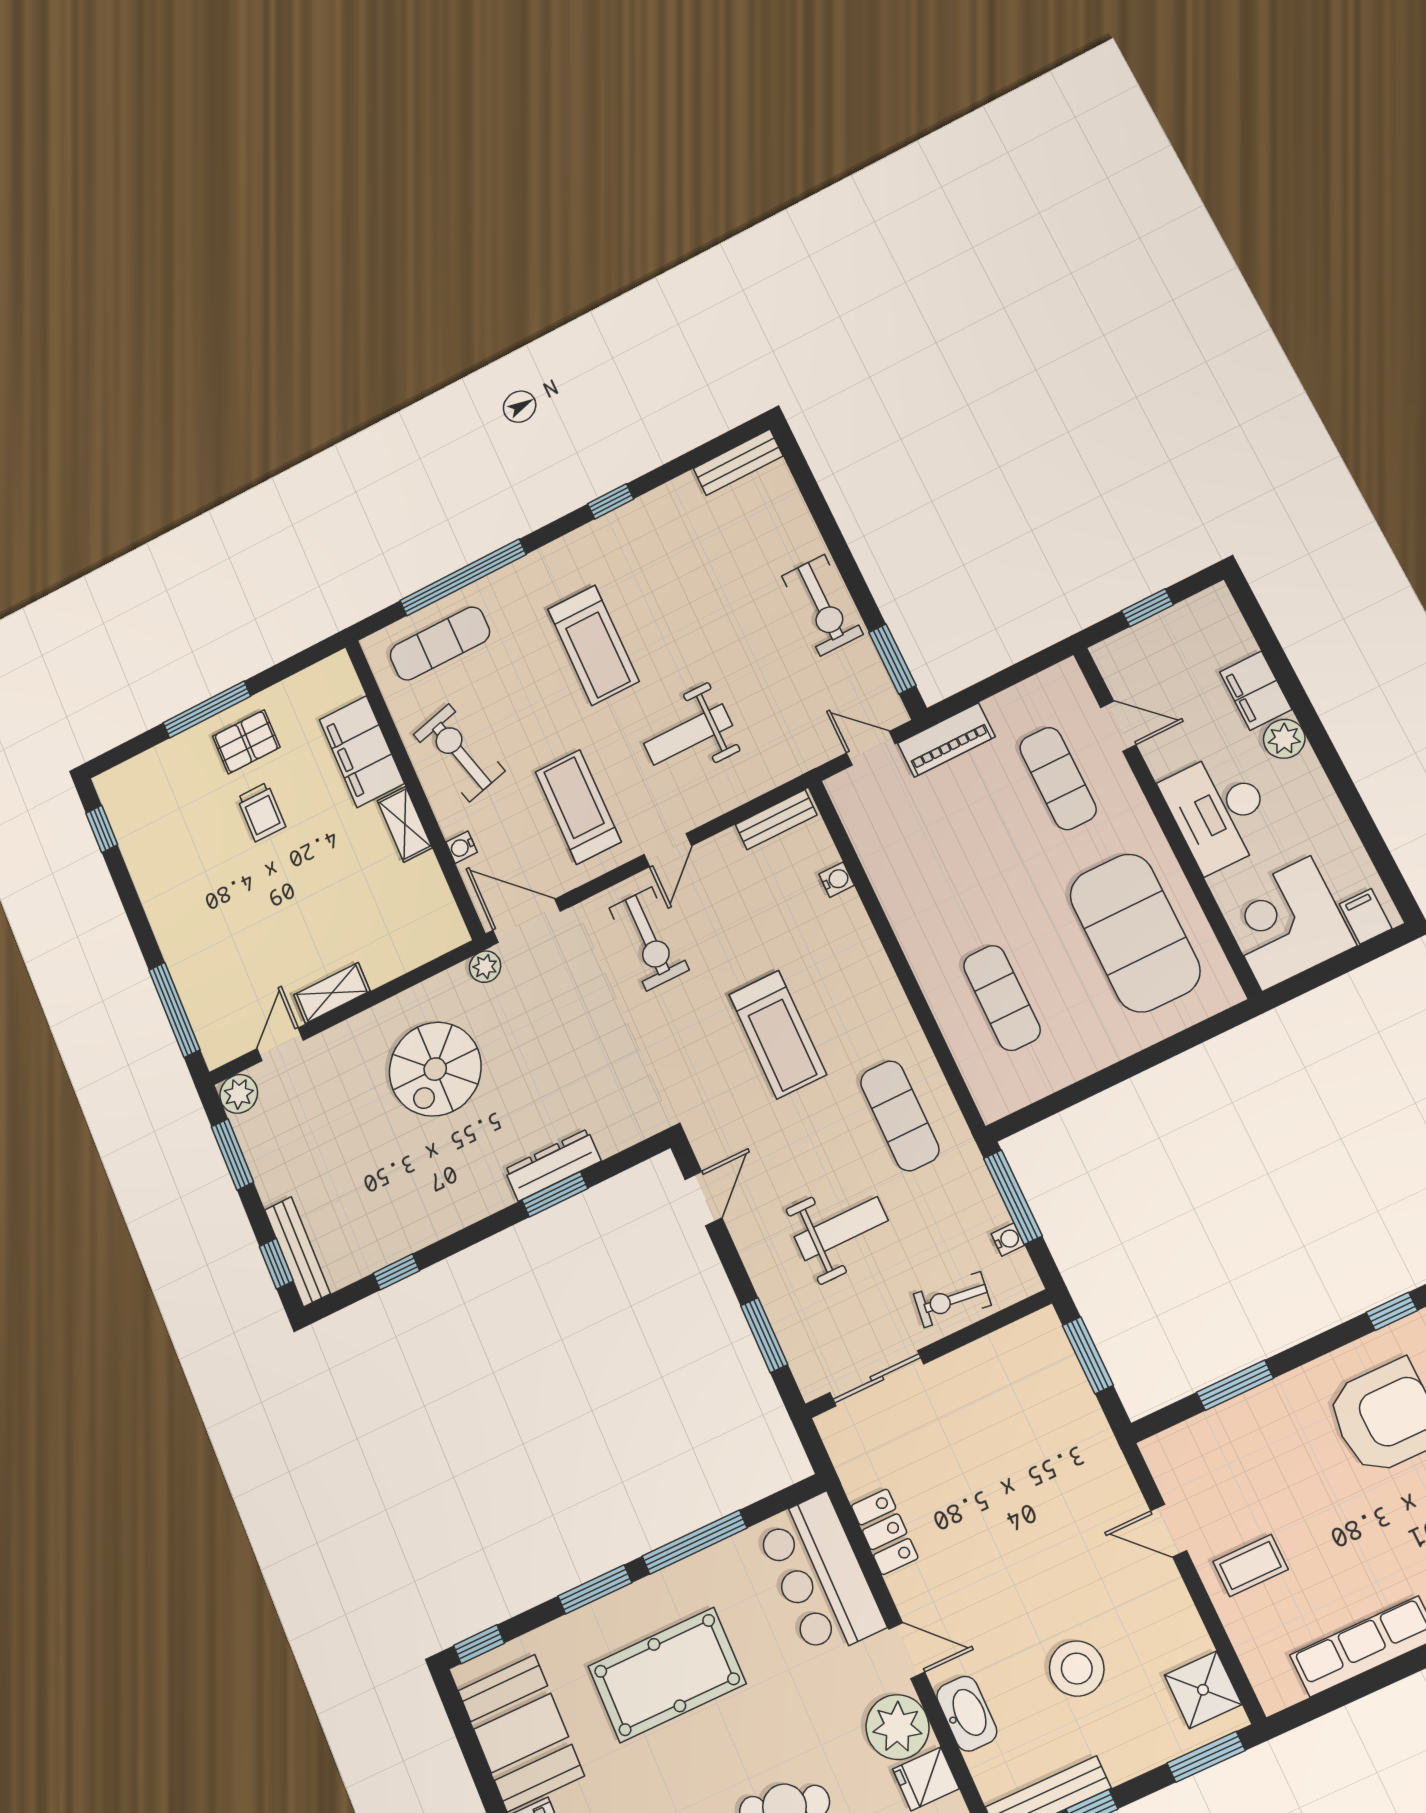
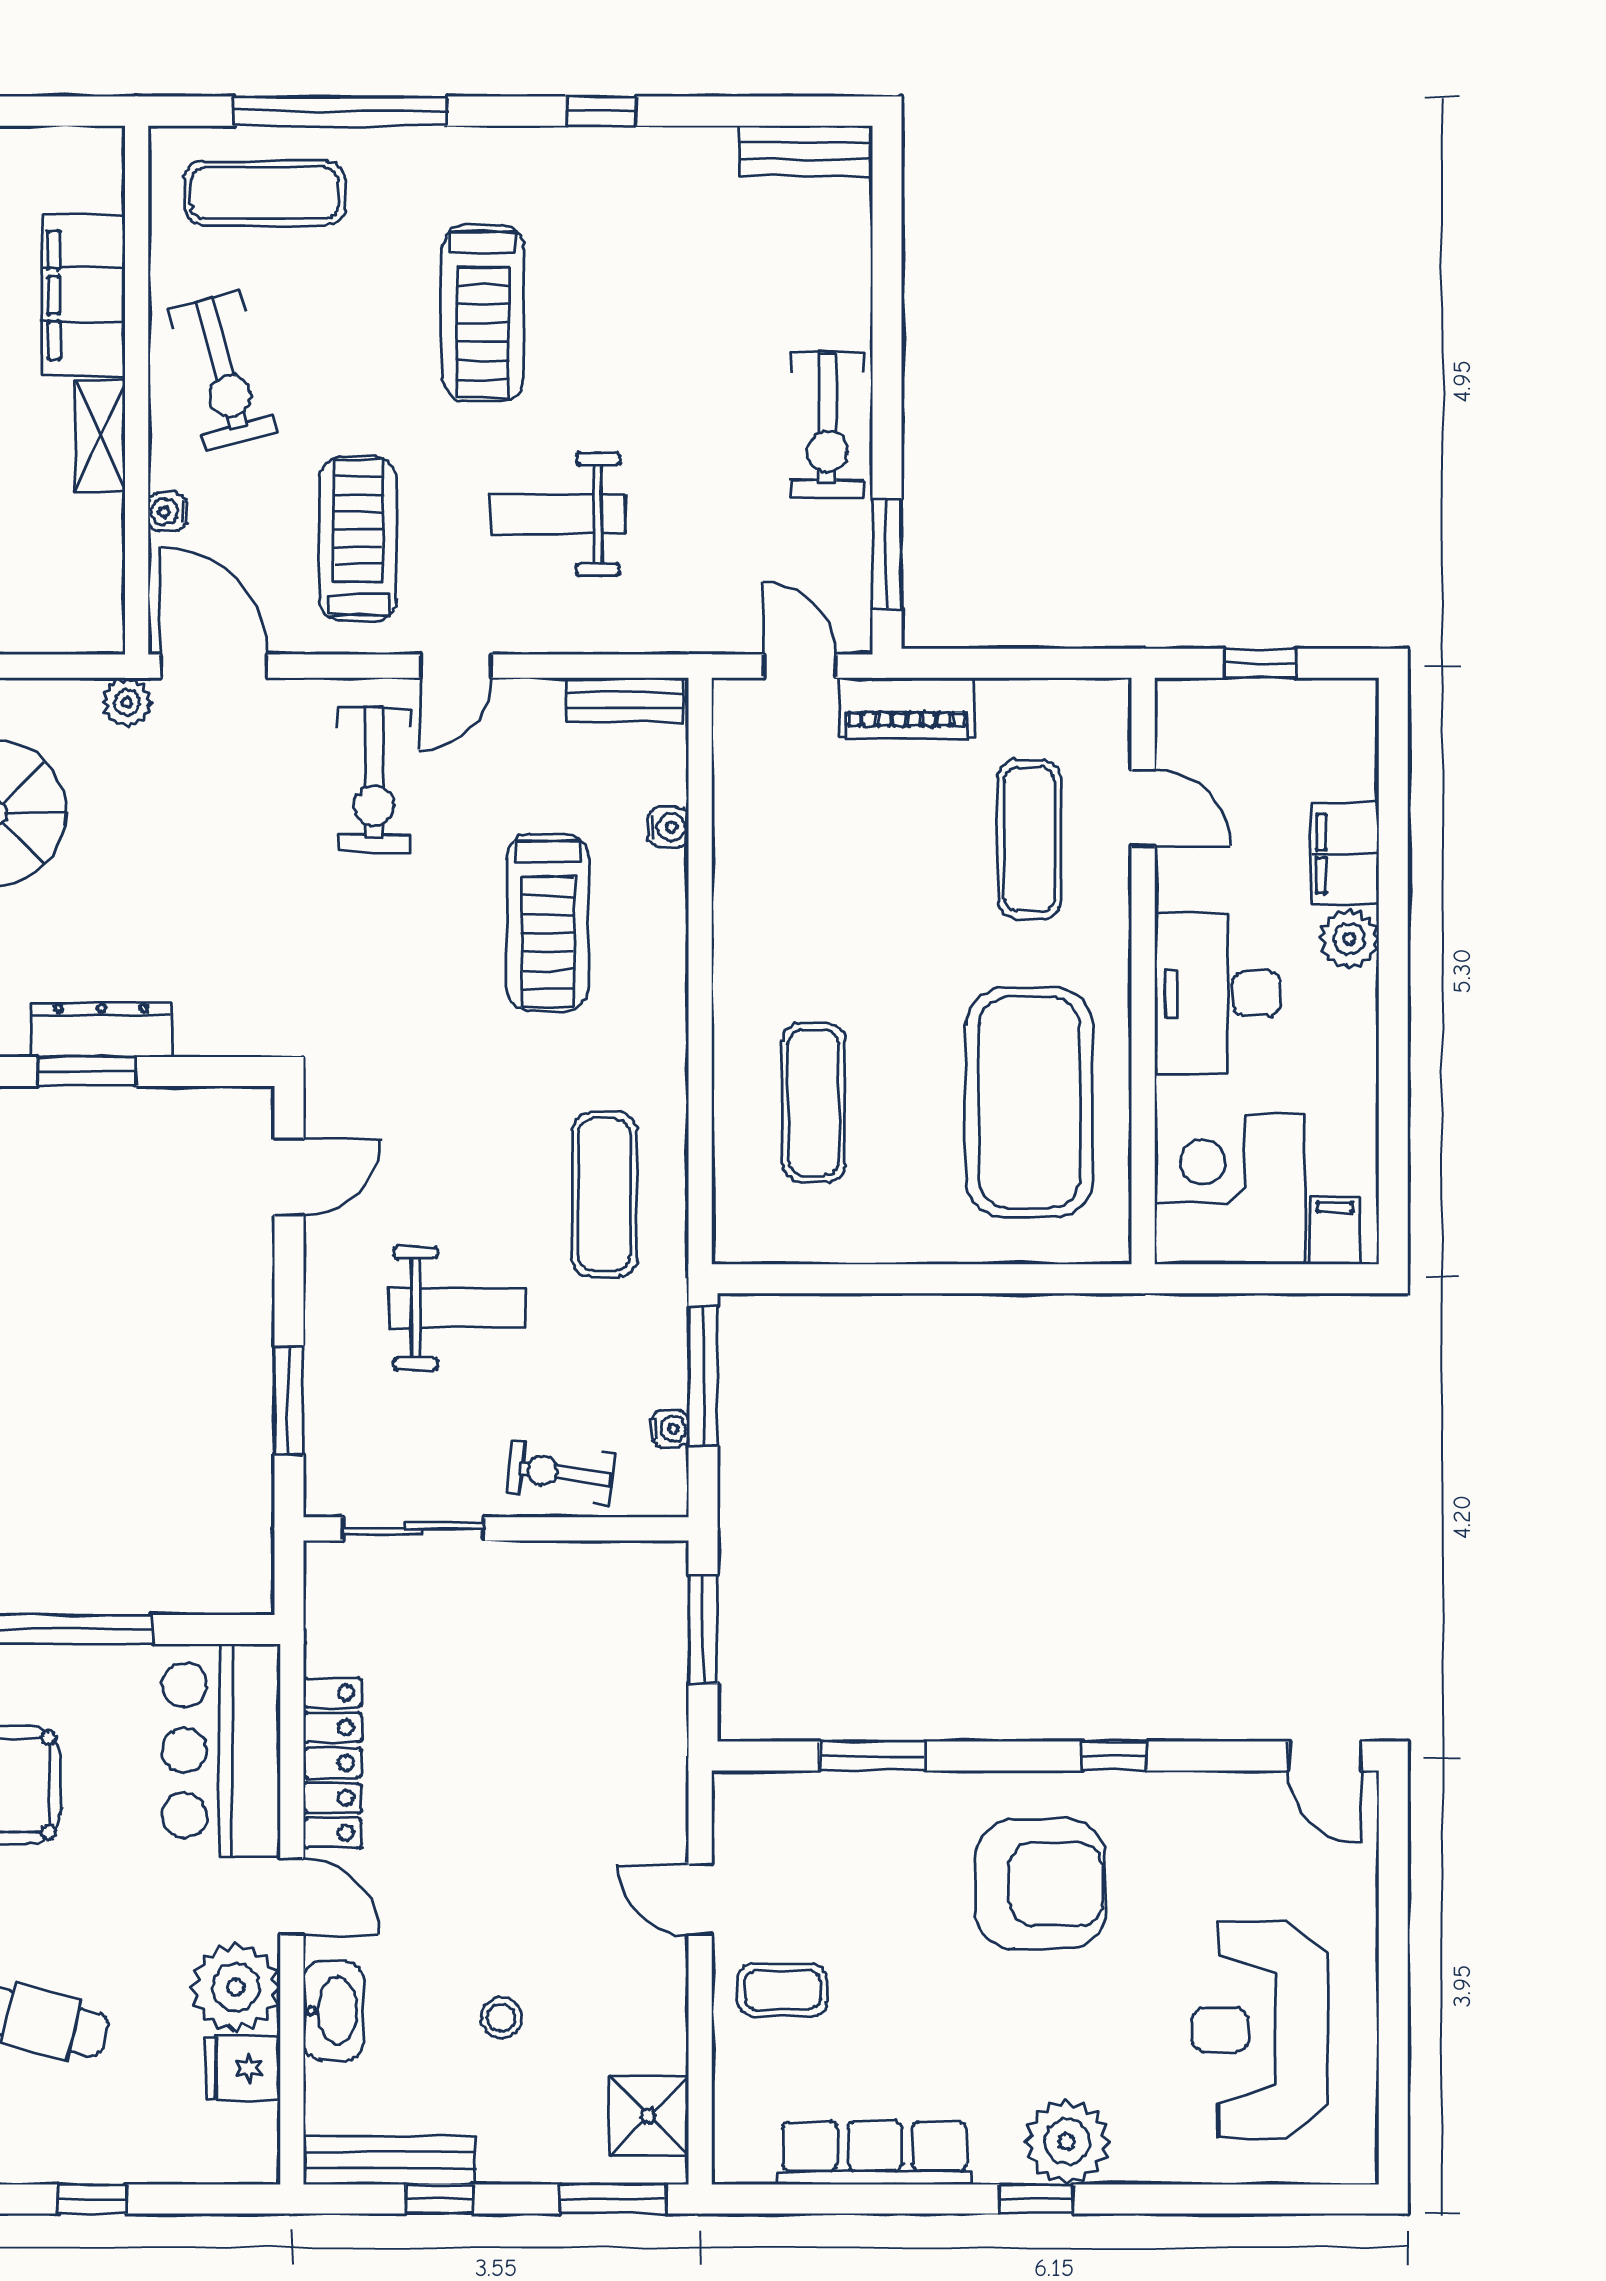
exercise bike: (459, 753) -> (223, 371), turned 180
treadmill: (778, 1035) -> (548, 923), moved
locker: (885, 1532) -> (332, 1763), width x1.53
stool: (1077, 1669) -> (501, 2018), width x0.53, depth x0.53

